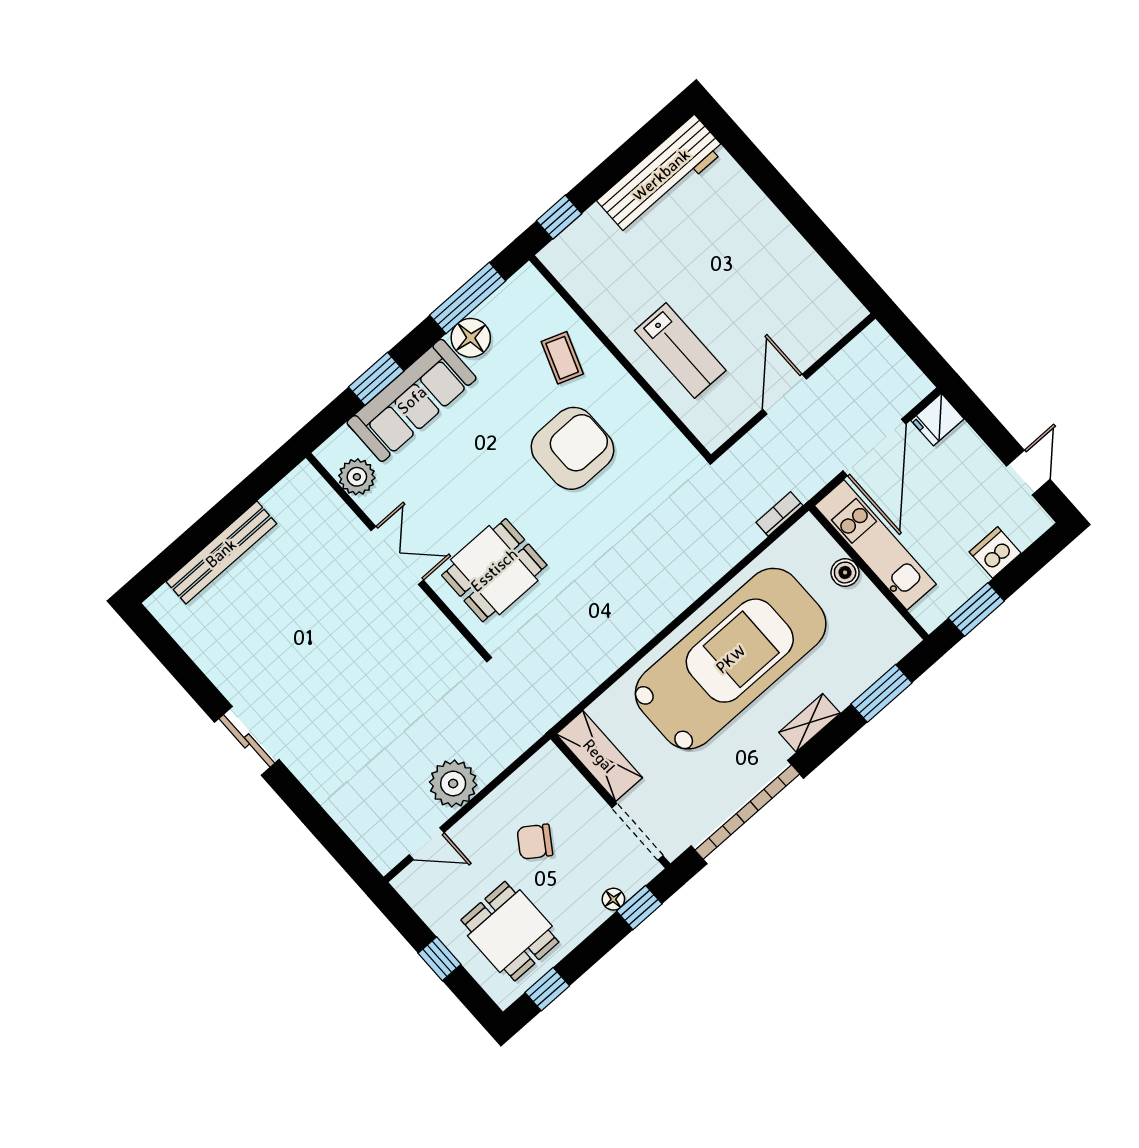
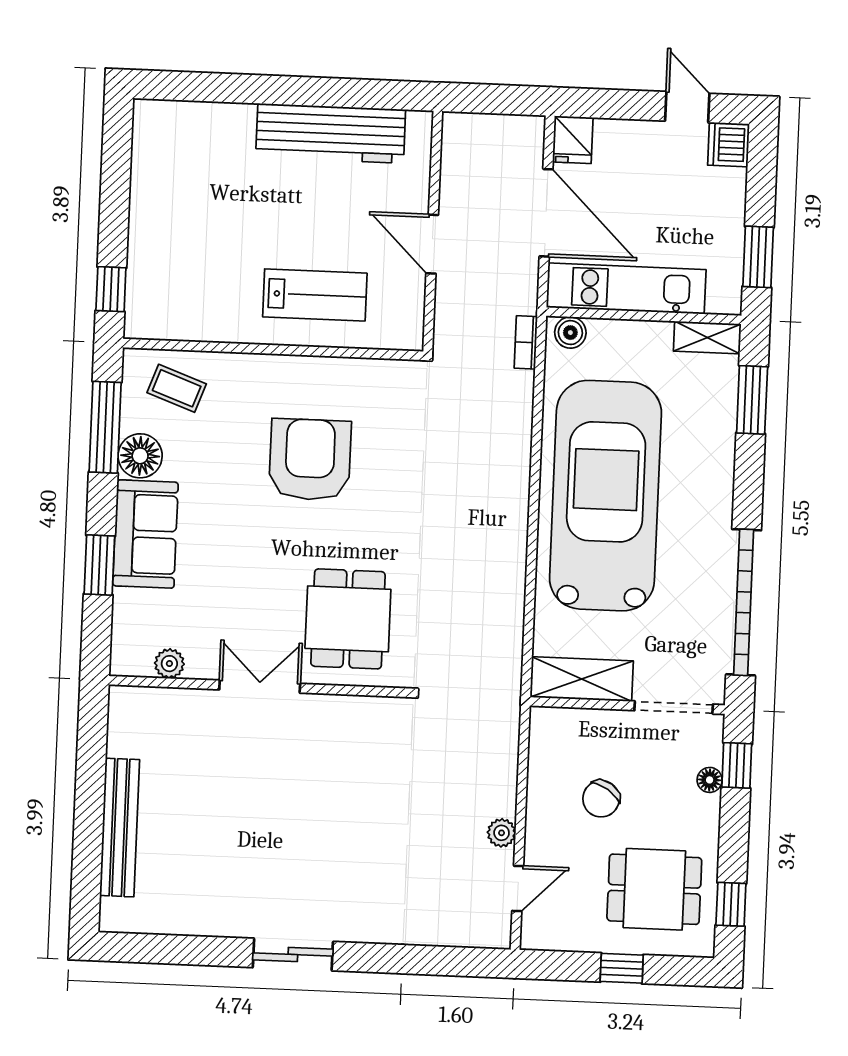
workbench: (661, 175) -> (331, 133), moved, turned 90
coffee table: (562, 358) -> (177, 388), moved
sofa: (412, 400) -> (145, 534), width x0.73
plant: (357, 477) -> (169, 664), width x0.73, depth x0.73
dishwasher: (995, 553) -> (729, 145), moved
boiler: (845, 573) -> (570, 333), moved
shelving: (809, 723) -> (707, 338), moved, turned 90
plant: (453, 784) -> (502, 833), width x0.53, depth x0.53

